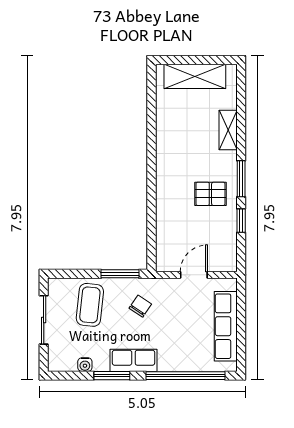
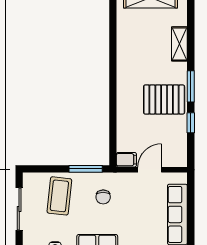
pallet: (210, 194) -> (164, 100), width x1.50, depth x1.42
filing cabinet: (167, 263) -> (126, 160), added
chair: (140, 306) -> (103, 197), turned 146

